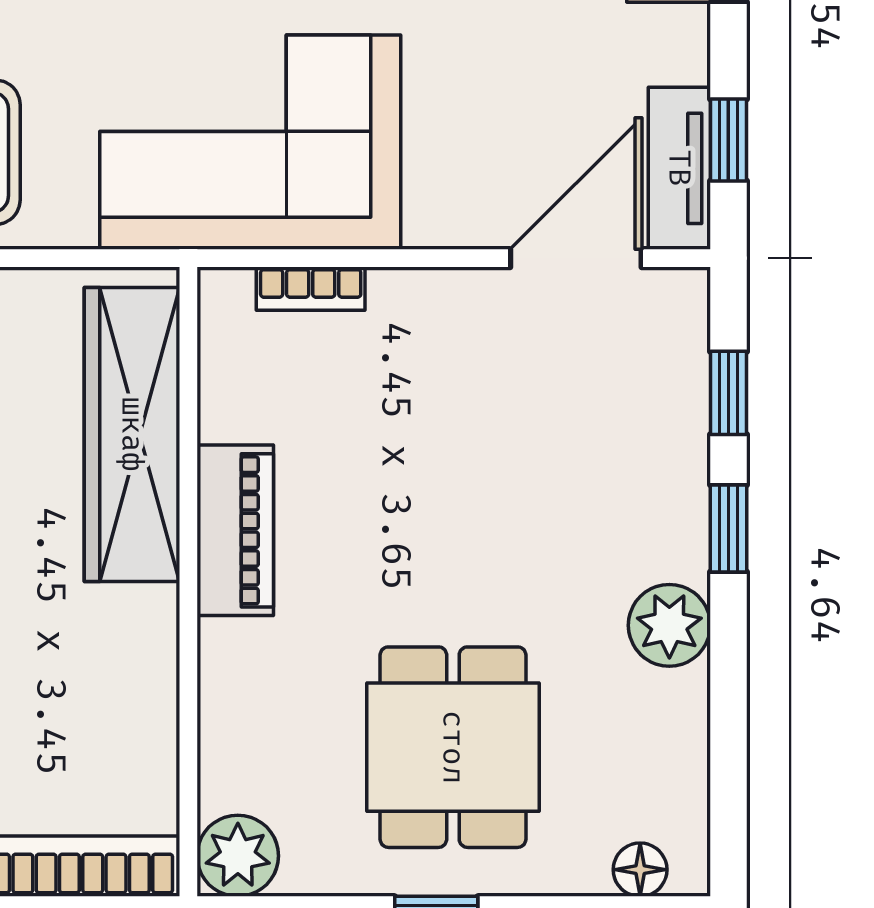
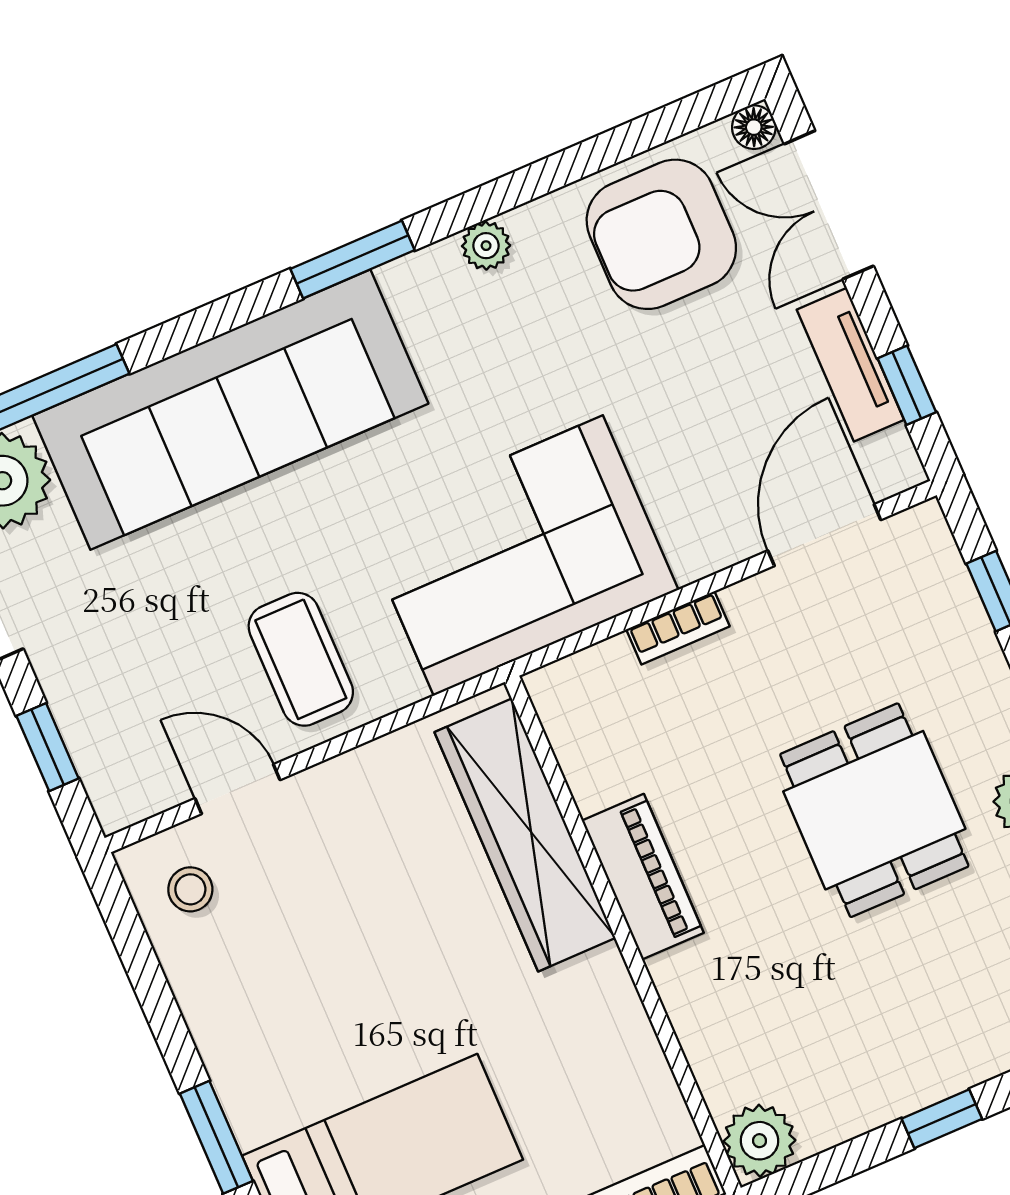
tv unit: (679, 168) -> (850, 365), moved
bookcase: (311, 289) -> (678, 628), moved
dining table: (453, 747) -> (874, 810), moved

